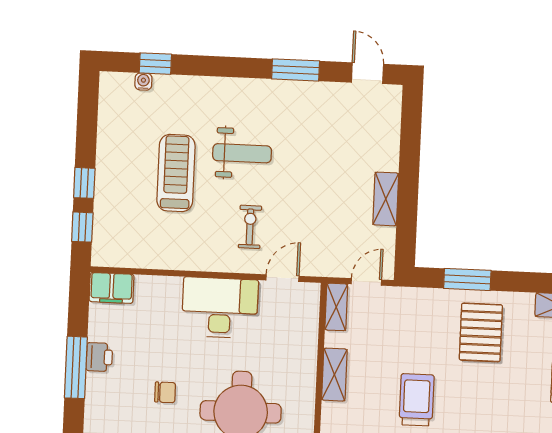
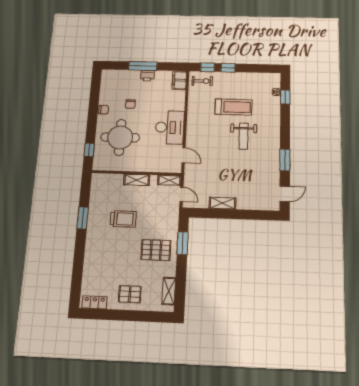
exercise bike: (250, 227) -> (202, 81), moved

